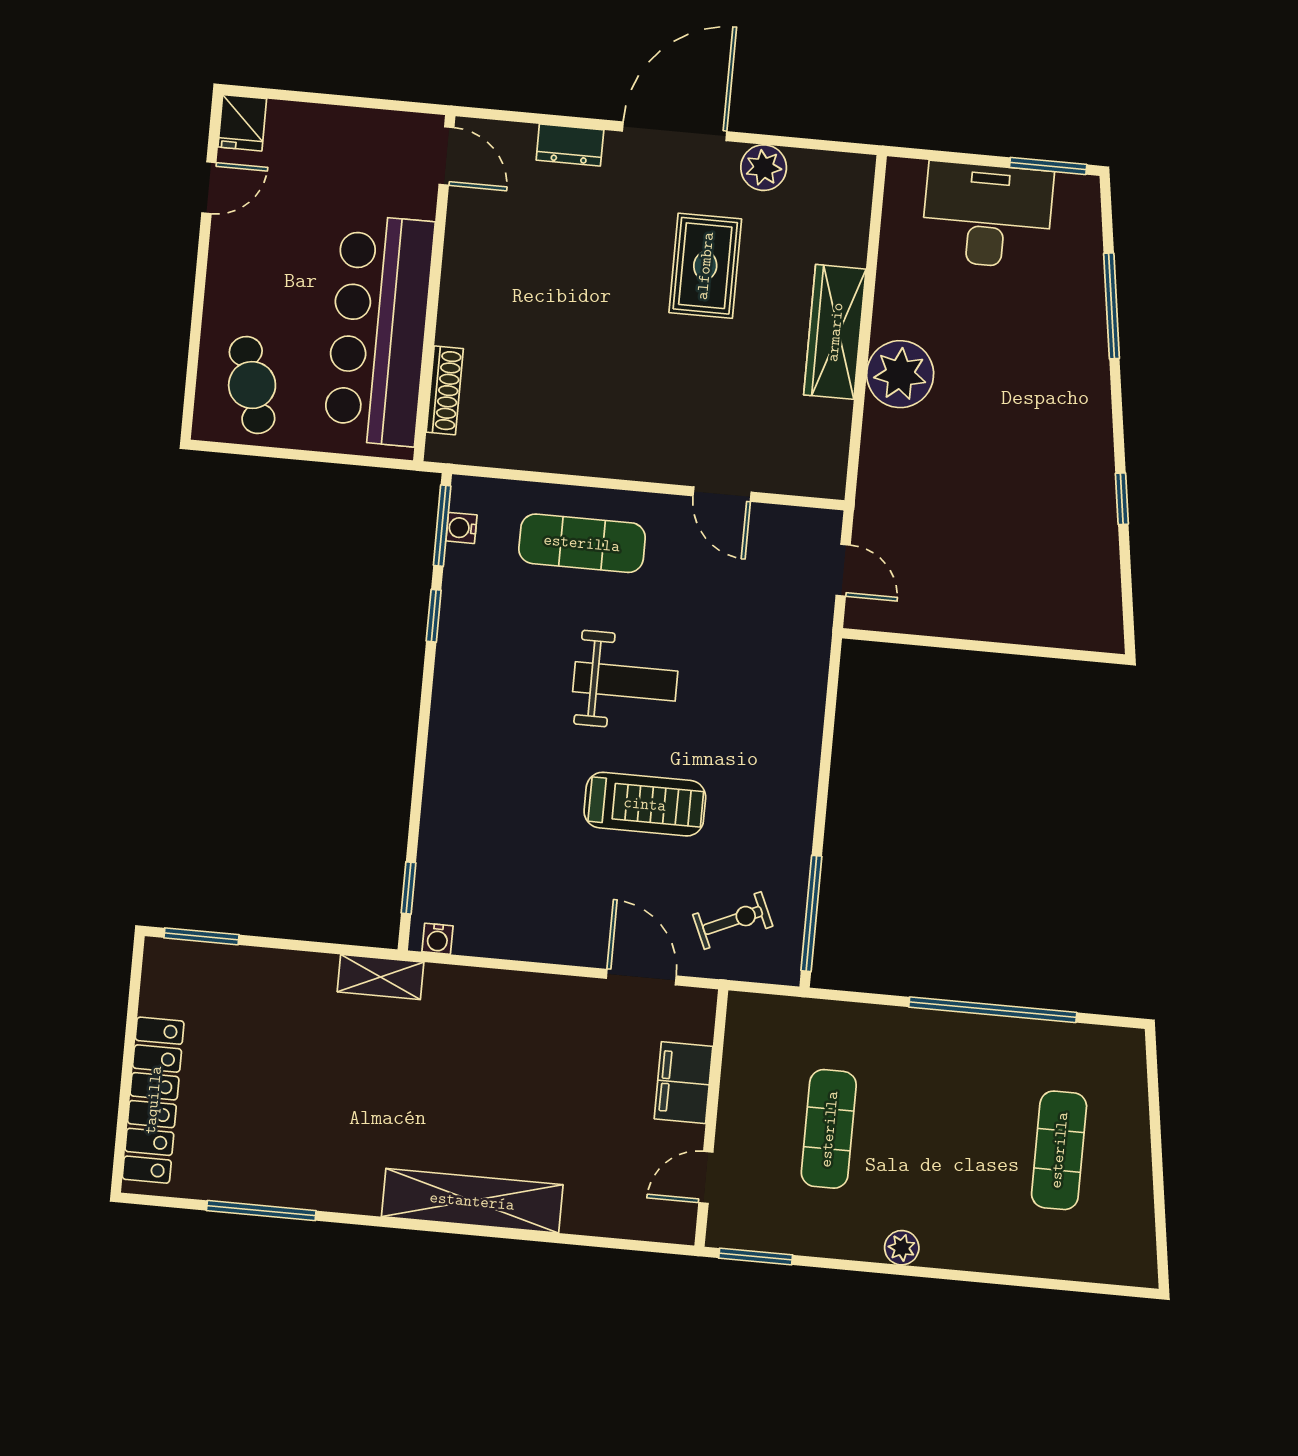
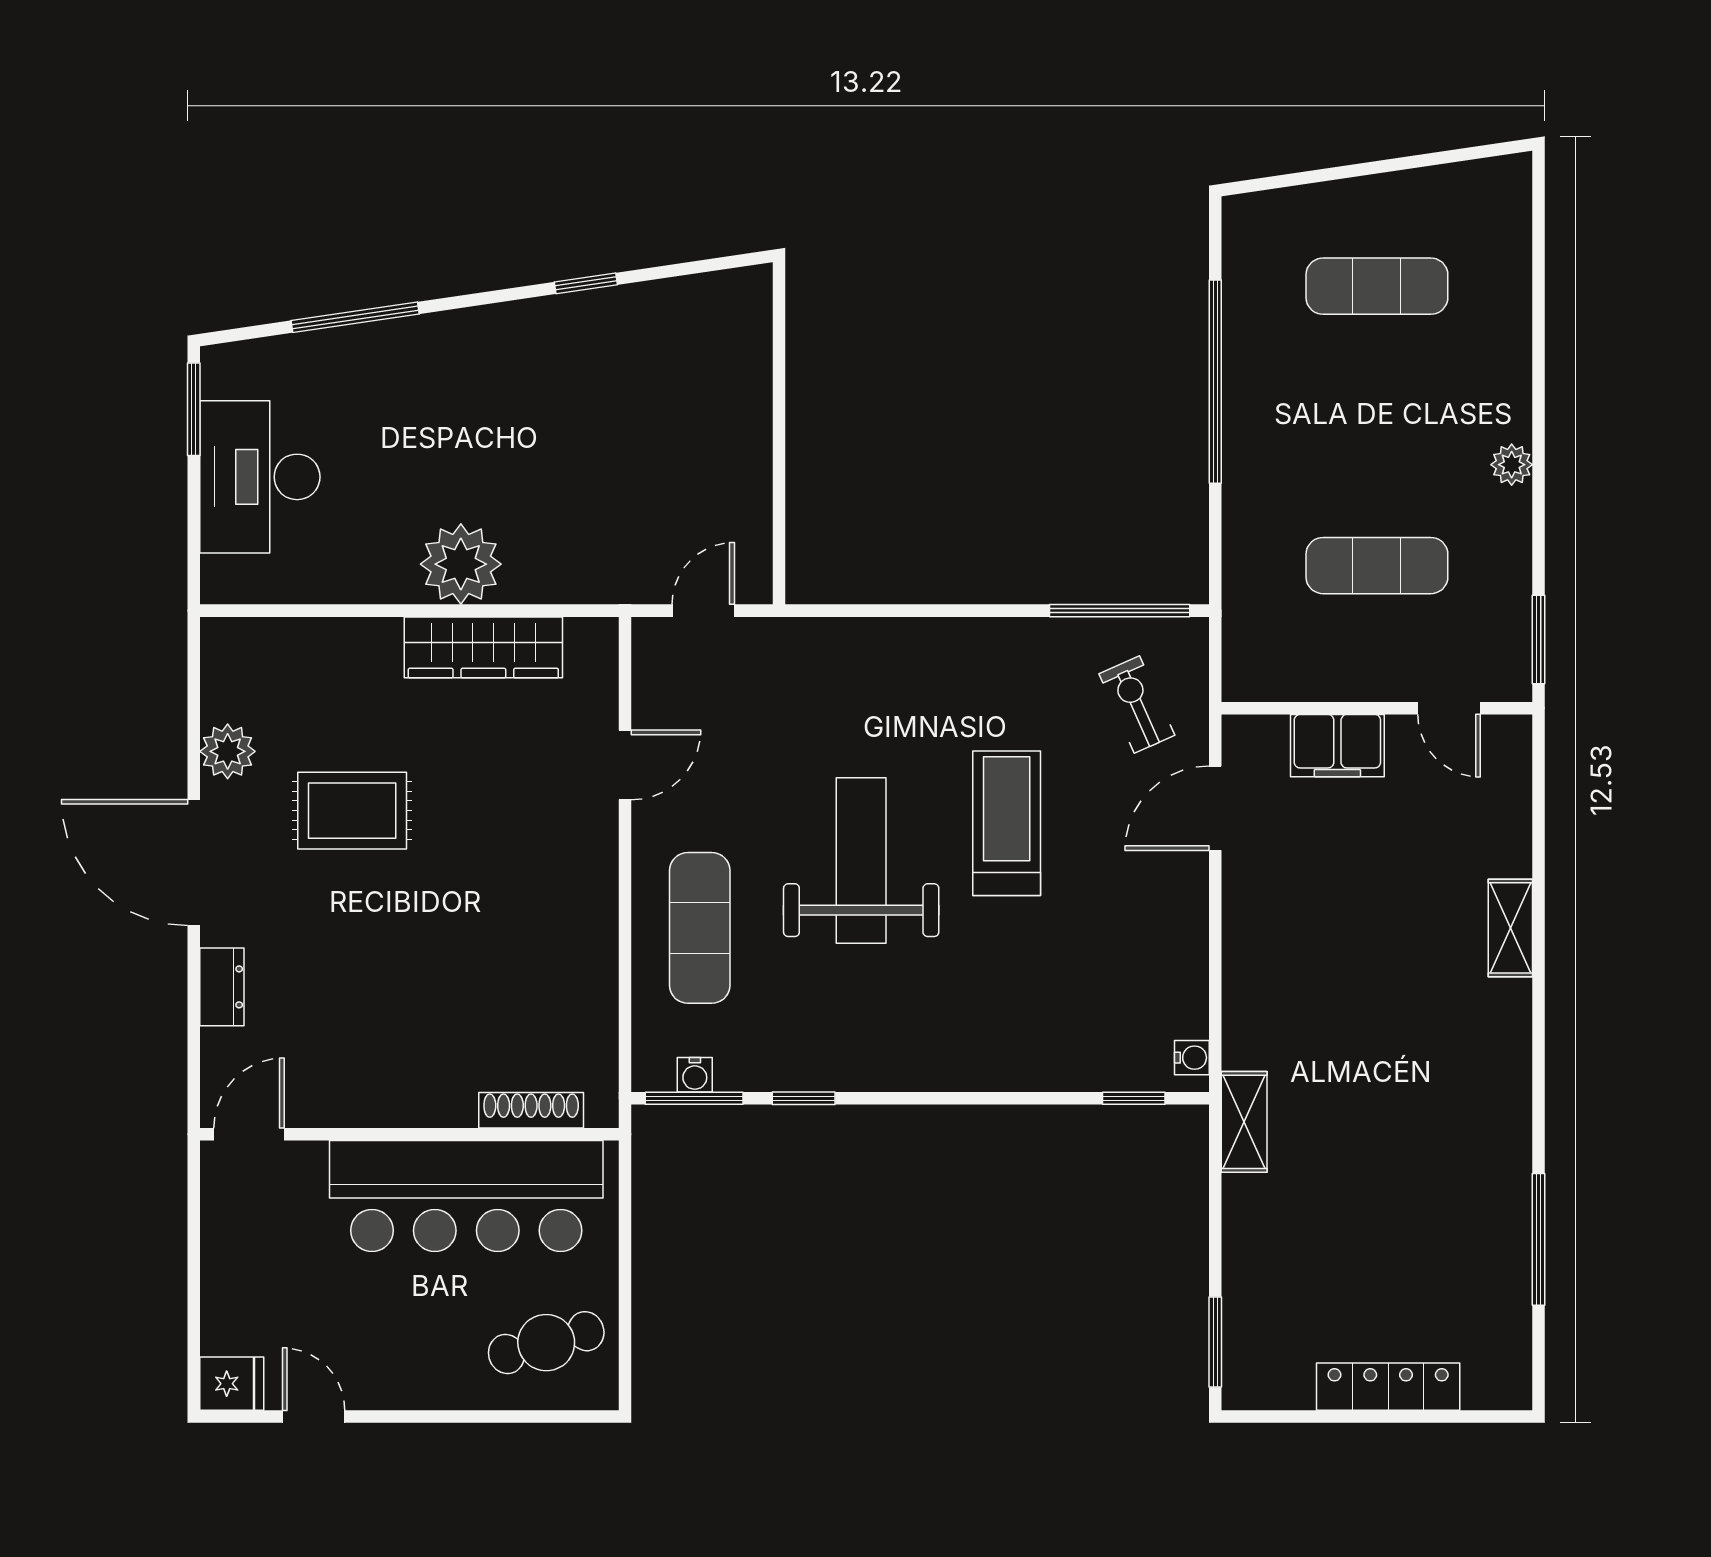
wardrobe: (835, 332) -> (483, 647), moved
weight bench: (625, 681) -> (861, 860), width x1.36, depth x1.33
locker: (153, 1100) -> (1388, 1387), width x0.71, depth x0.83
shelving: (472, 1201) -> (1510, 928), width x0.45, depth x0.75

